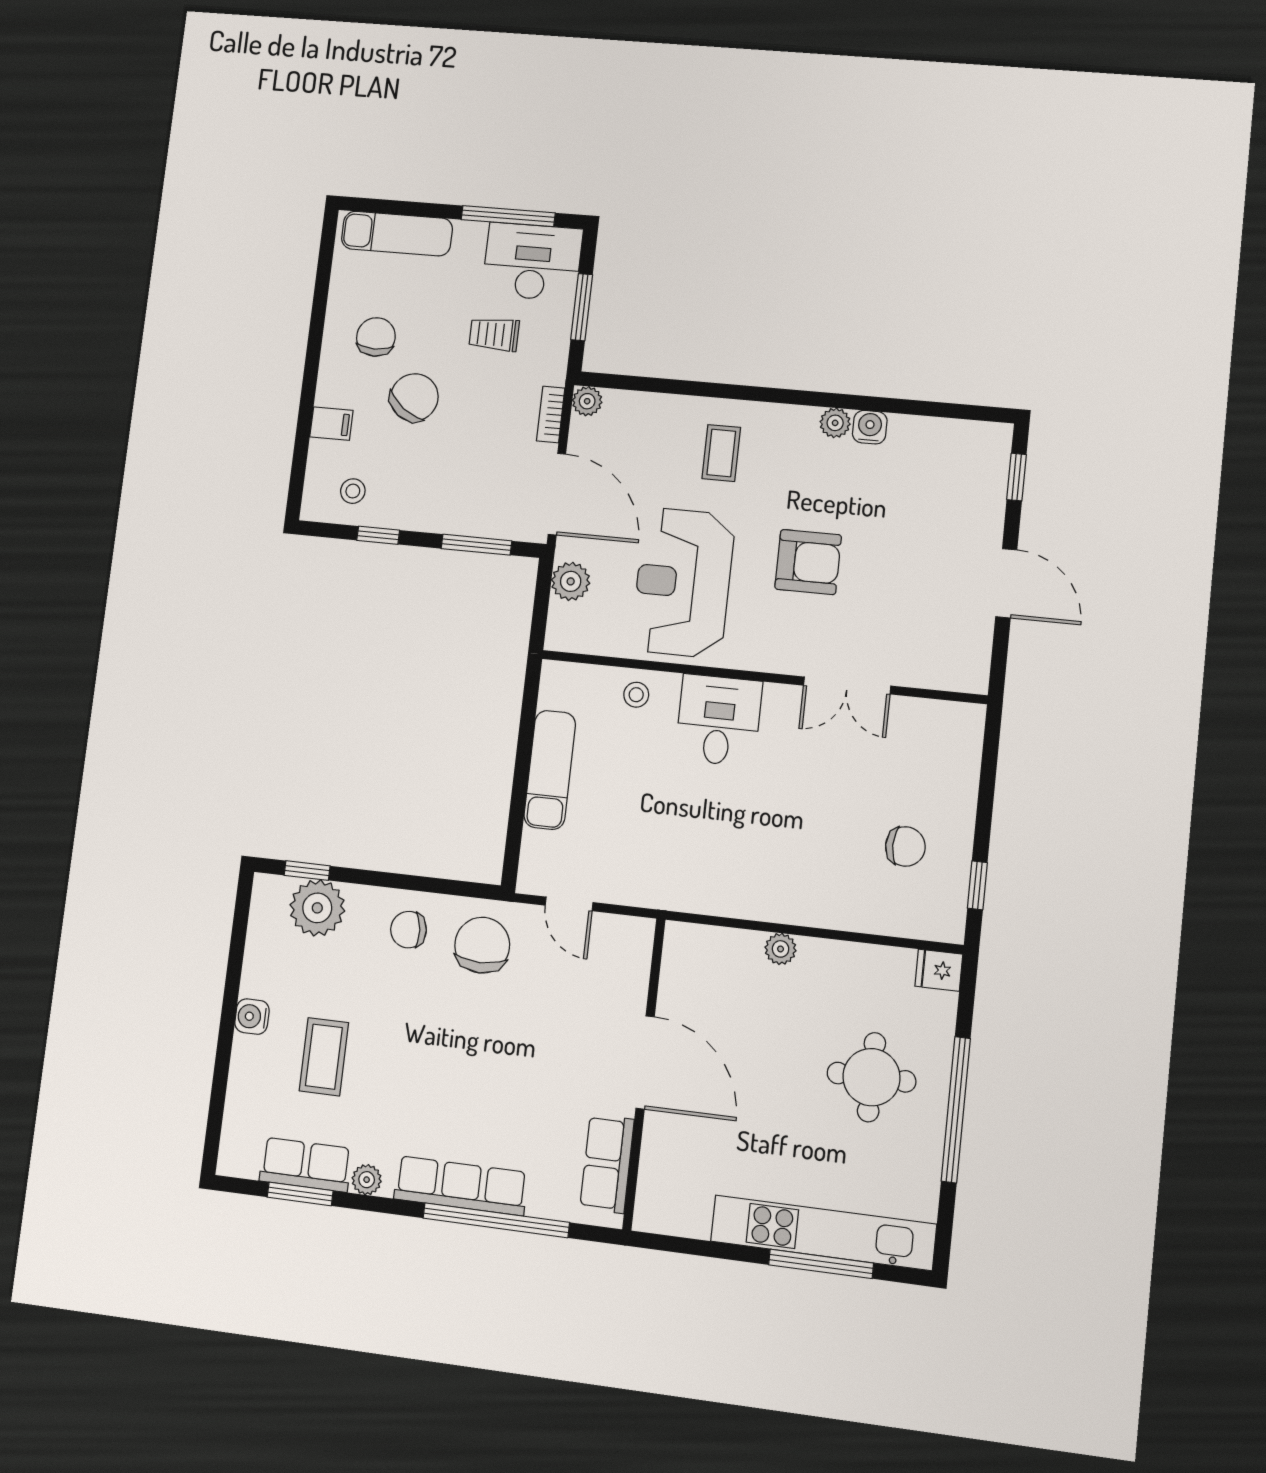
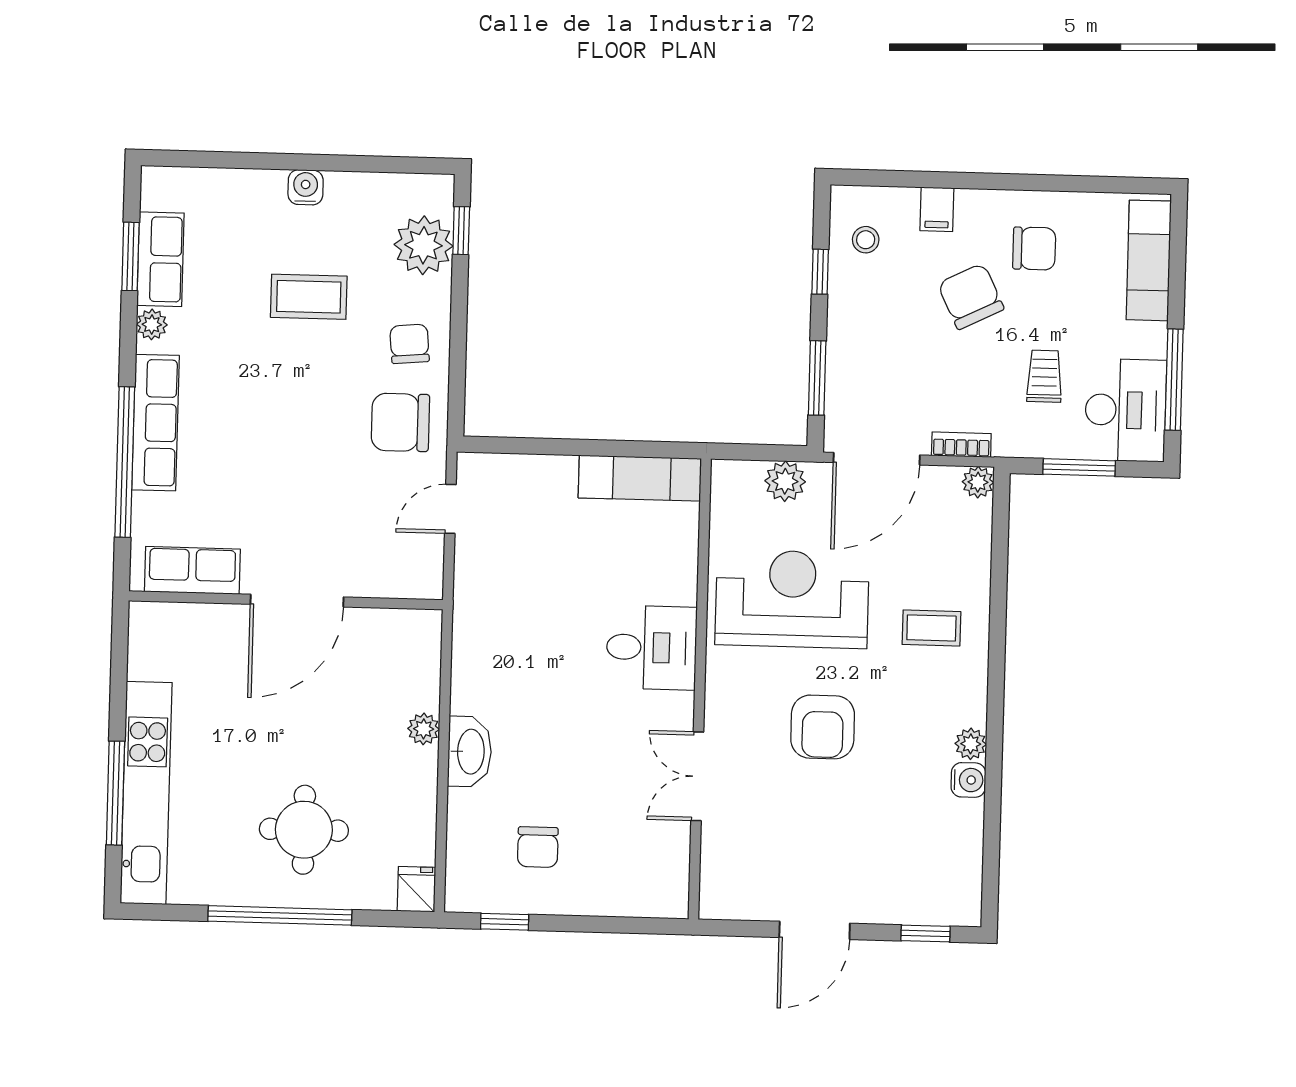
chair: (414, 397) -> (971, 296), turned -153
stool: (636, 695) -> (671, 560), removed
exam couch: (550, 770) -> (640, 478), moved
washbasin: (806, 906) -> (470, 752), added
chair: (482, 945) -> (400, 422), turned 180
coffee table: (324, 1057) -> (309, 297), moved

